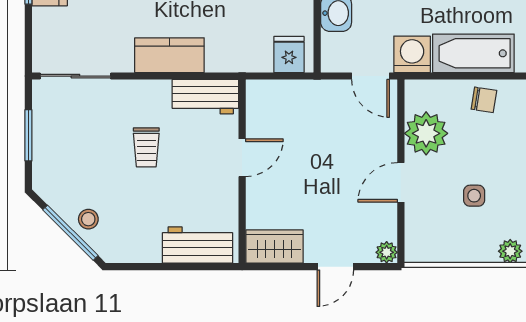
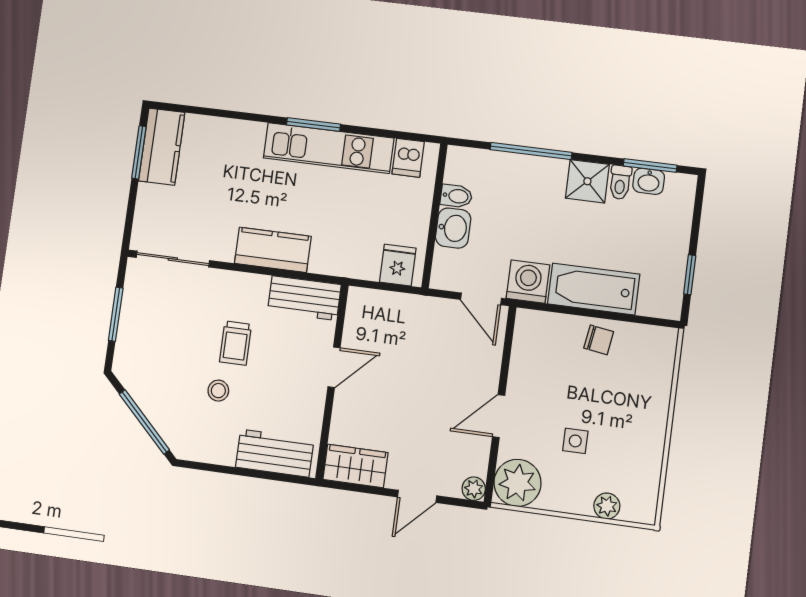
plant: (426, 133) -> (517, 483), moved
stool: (88, 219) -> (218, 391), moved

